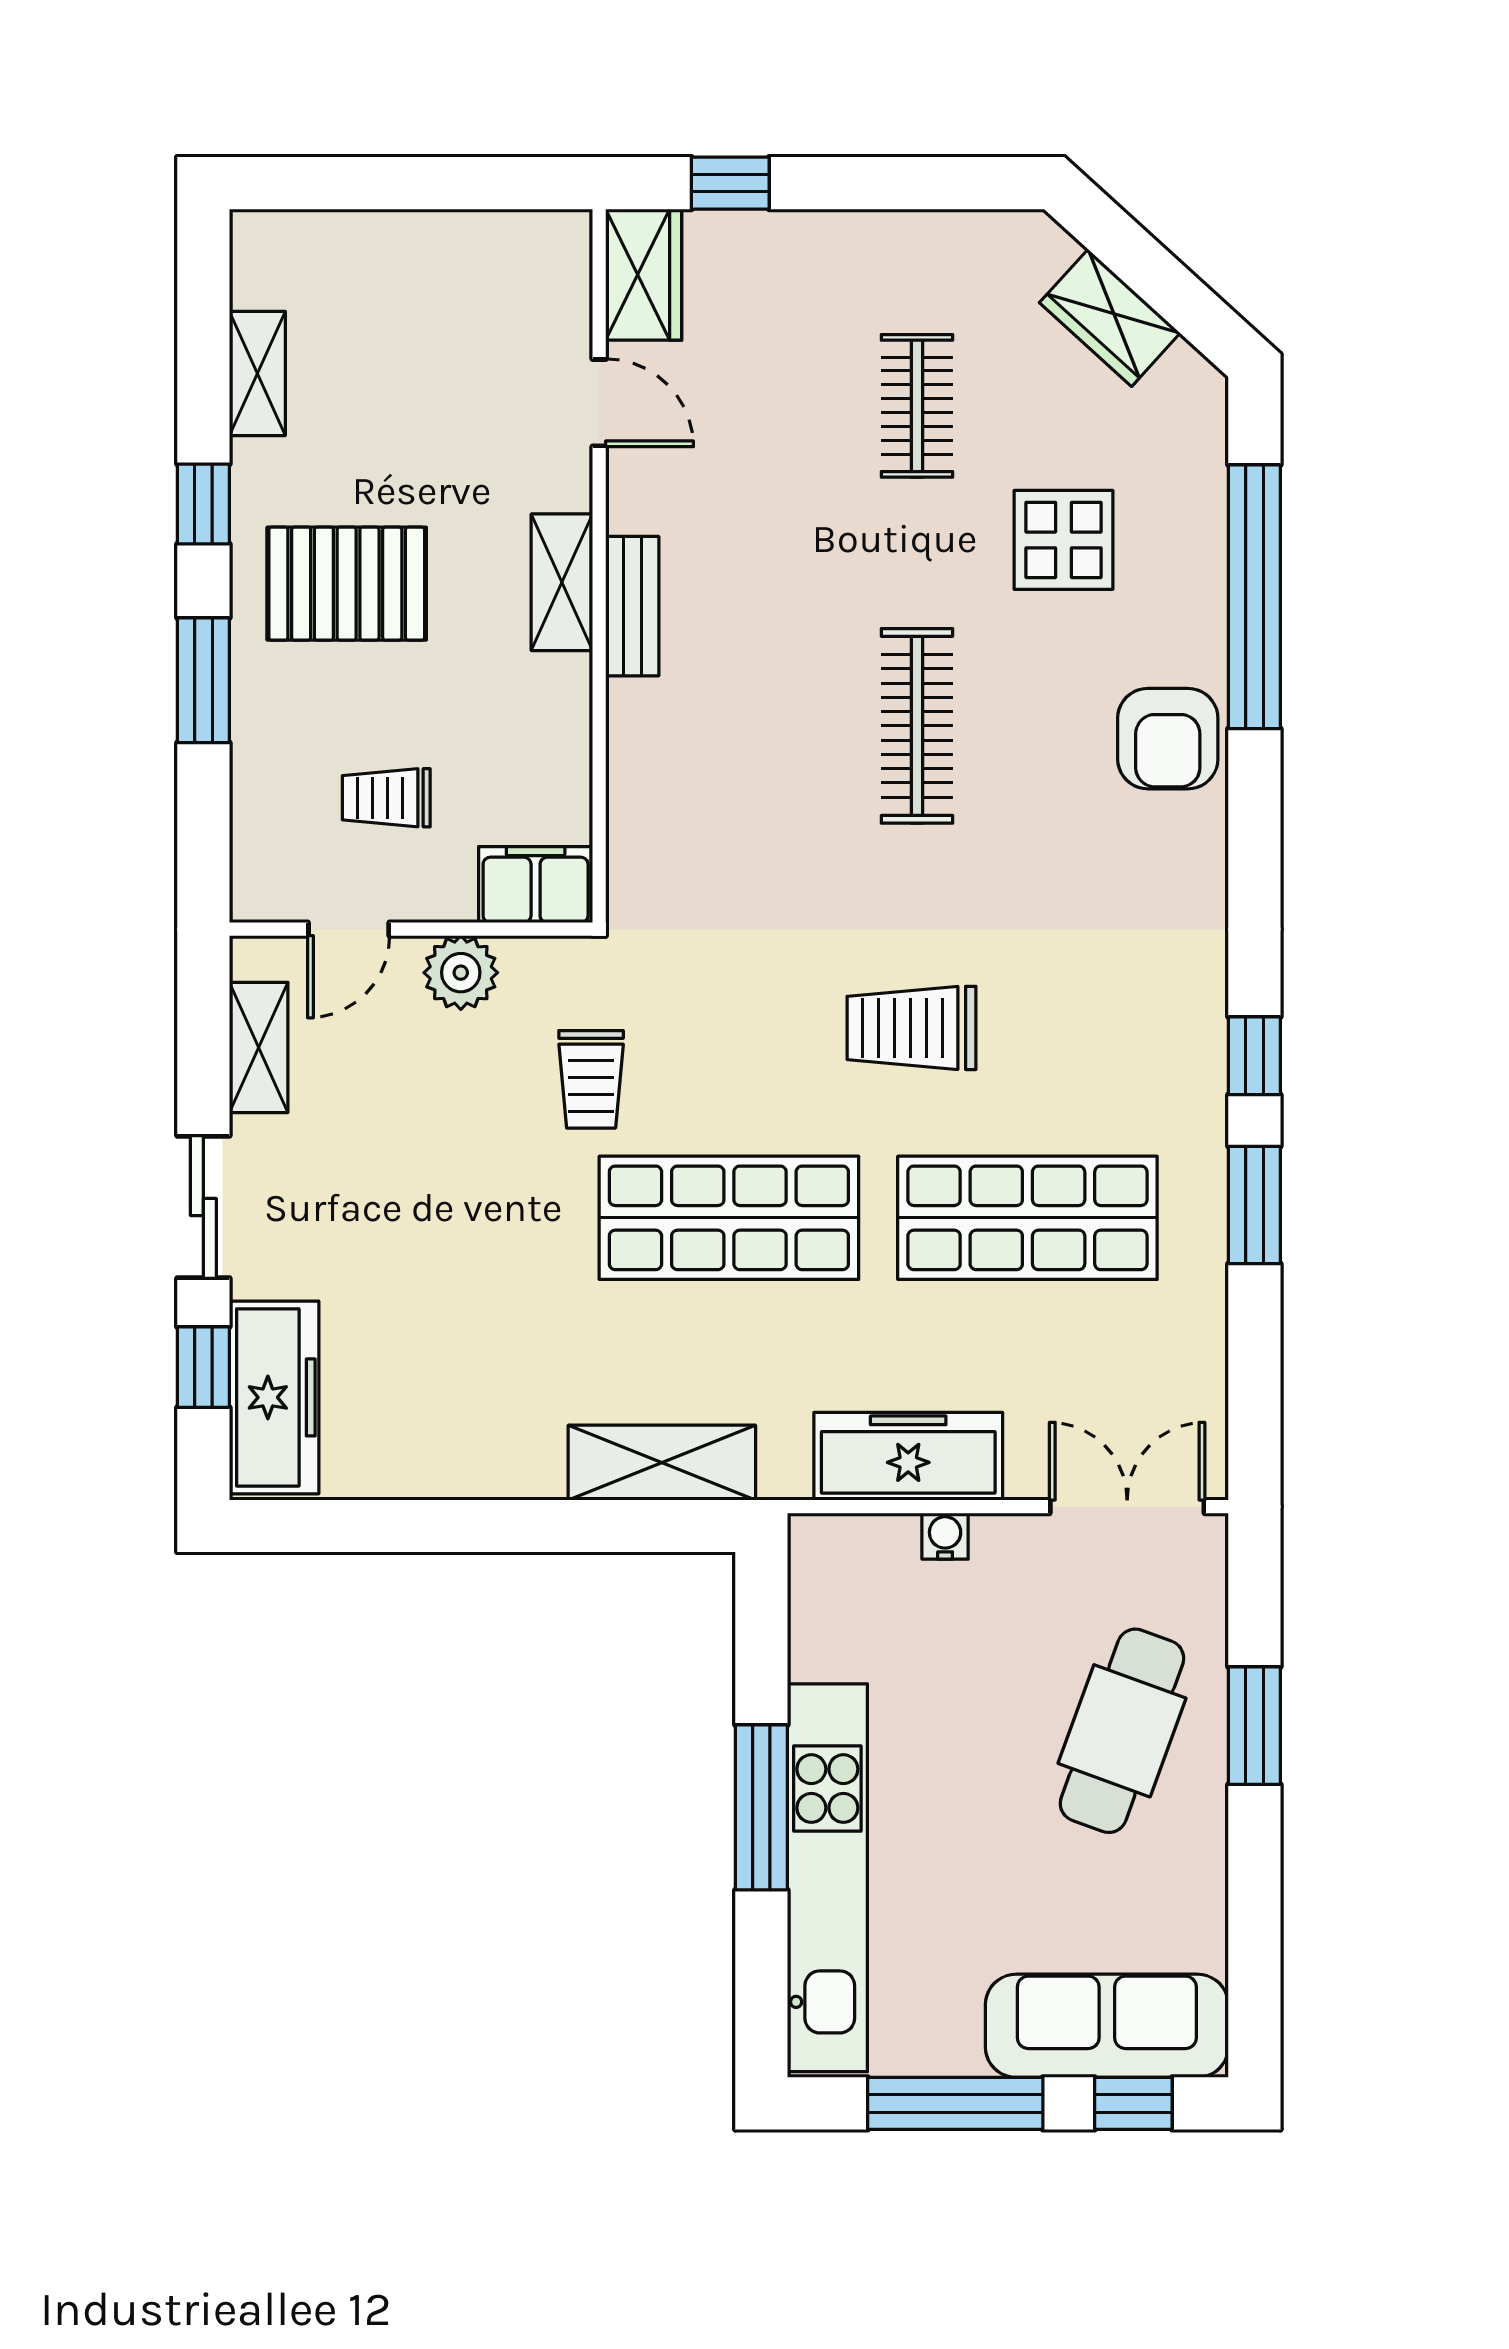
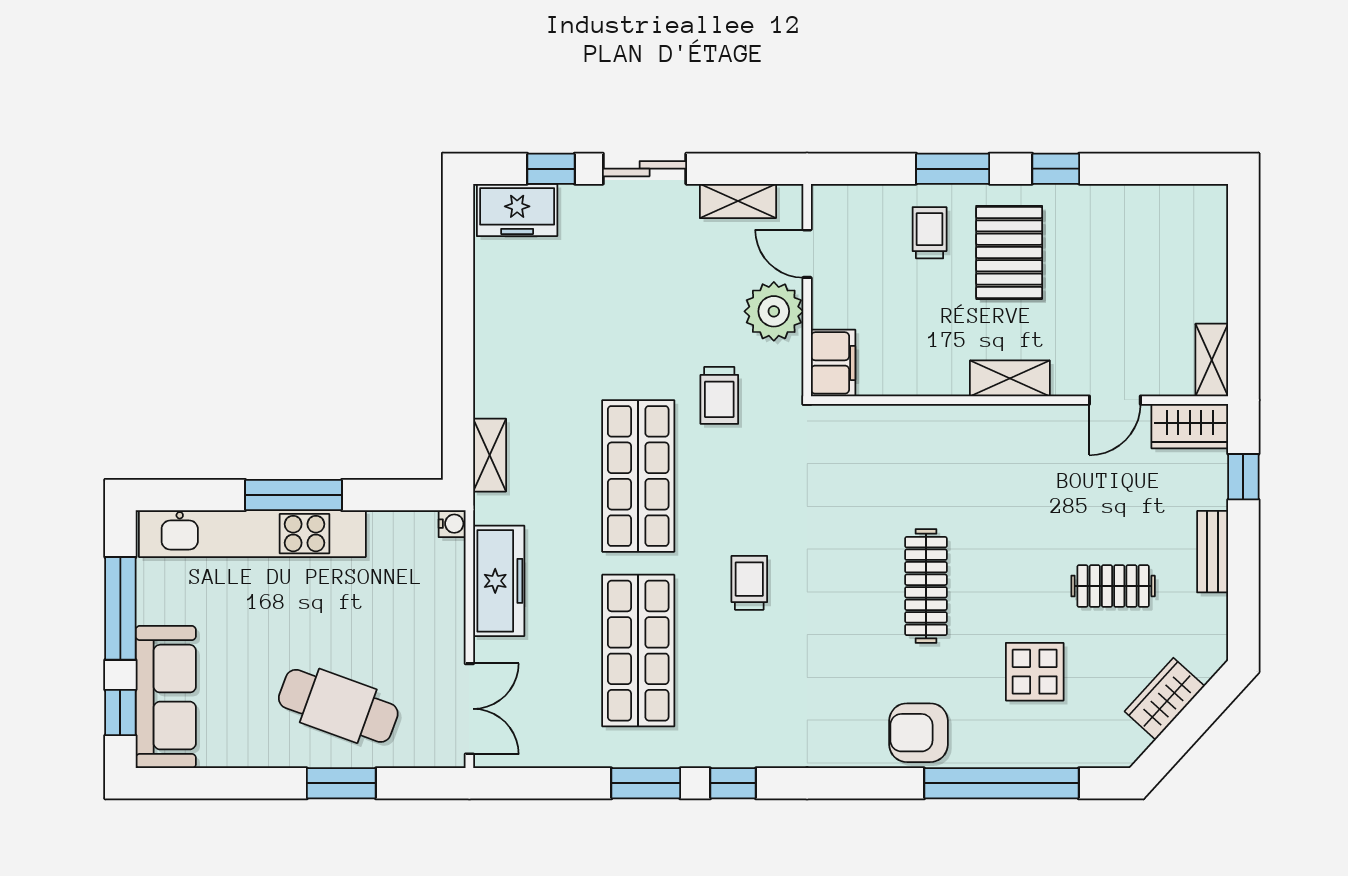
shelving: (257, 373) -> (1212, 360), moved, turned 90
bench: (632, 606) -> (1213, 552), moved, turned 90
clothes rail: (917, 726) -> (926, 586), turned 90
trolley: (386, 798) -> (930, 233), moved
plant: (461, 973) -> (774, 311), width x1.36, depth x1.36
trolley: (912, 1028) -> (749, 583), width x0.73, depth x0.72
trolley: (591, 1079) -> (719, 395), turned -90
freezer: (274, 1397) -> (517, 210), width x0.71
shelving: (662, 1463) -> (490, 455), width x0.67, depth x0.75
water cooler: (945, 1536) -> (452, 524), moved

